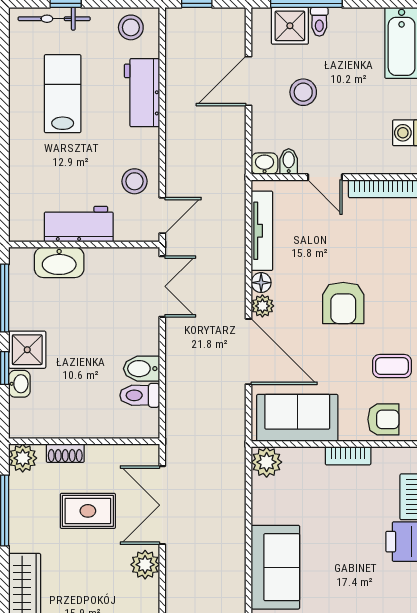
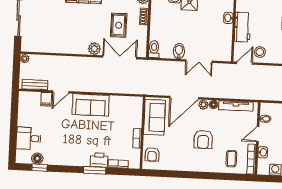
washbasin: (265, 164) -> (263, 152), moved
door: (162, 215) -> (245, 63), swing flipped
washbasin: (59, 262) -> (228, 18), width x0.52, depth x0.69
double door: (162, 286) -> (199, 61), moved
armchair: (343, 303) -> (203, 139), turned -90
coffee table: (392, 366) -> (231, 159), moved
toilet: (140, 395) -> (154, 49), moved
plant: (267, 462) -> (136, 103), removed

